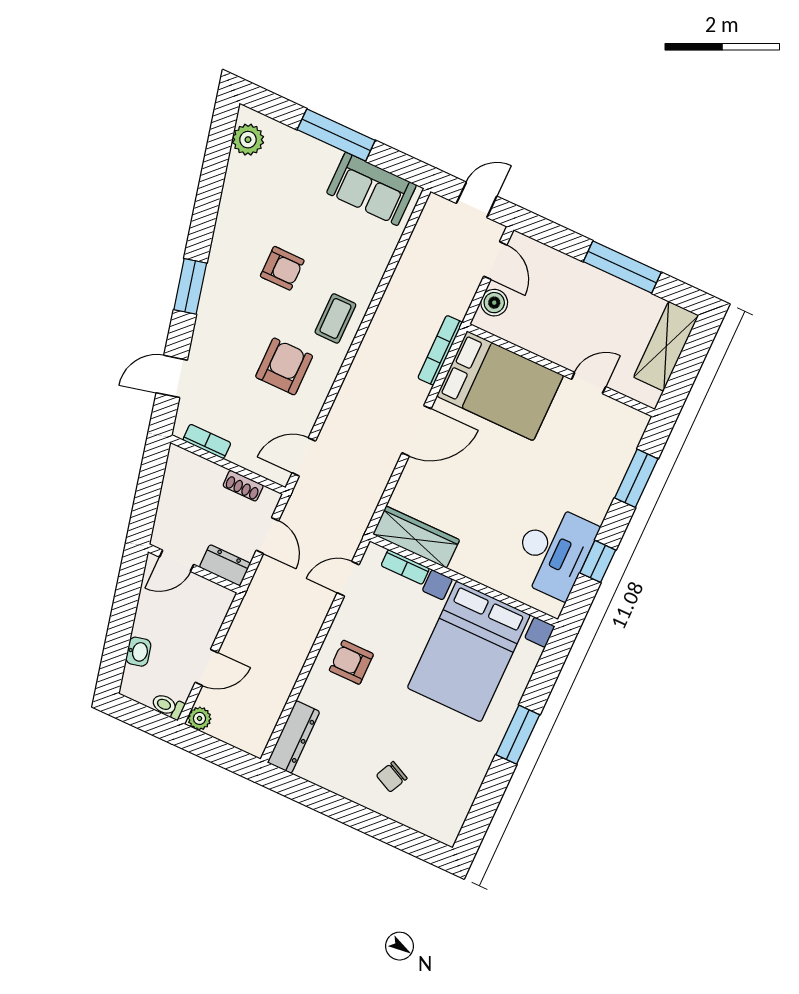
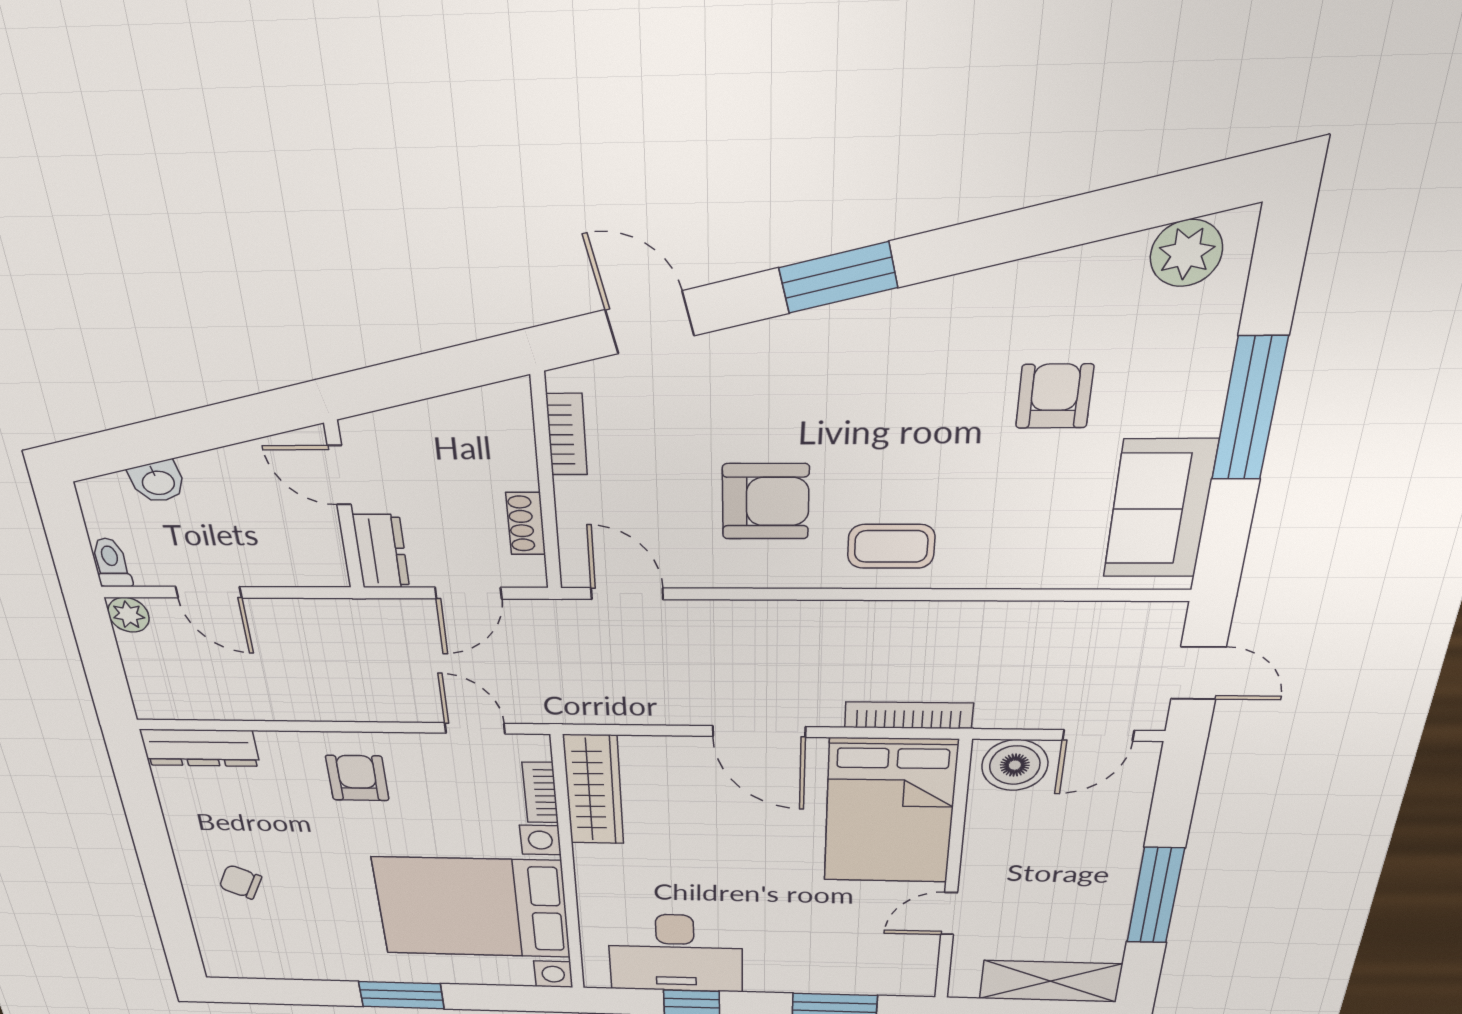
armchair: (282, 268) -> (1055, 396), moved, turned 180
boiler: (494, 303) -> (1015, 765), width x1.36, depth x1.36
door: (589, 383) -> (949, 914), swing flipped

